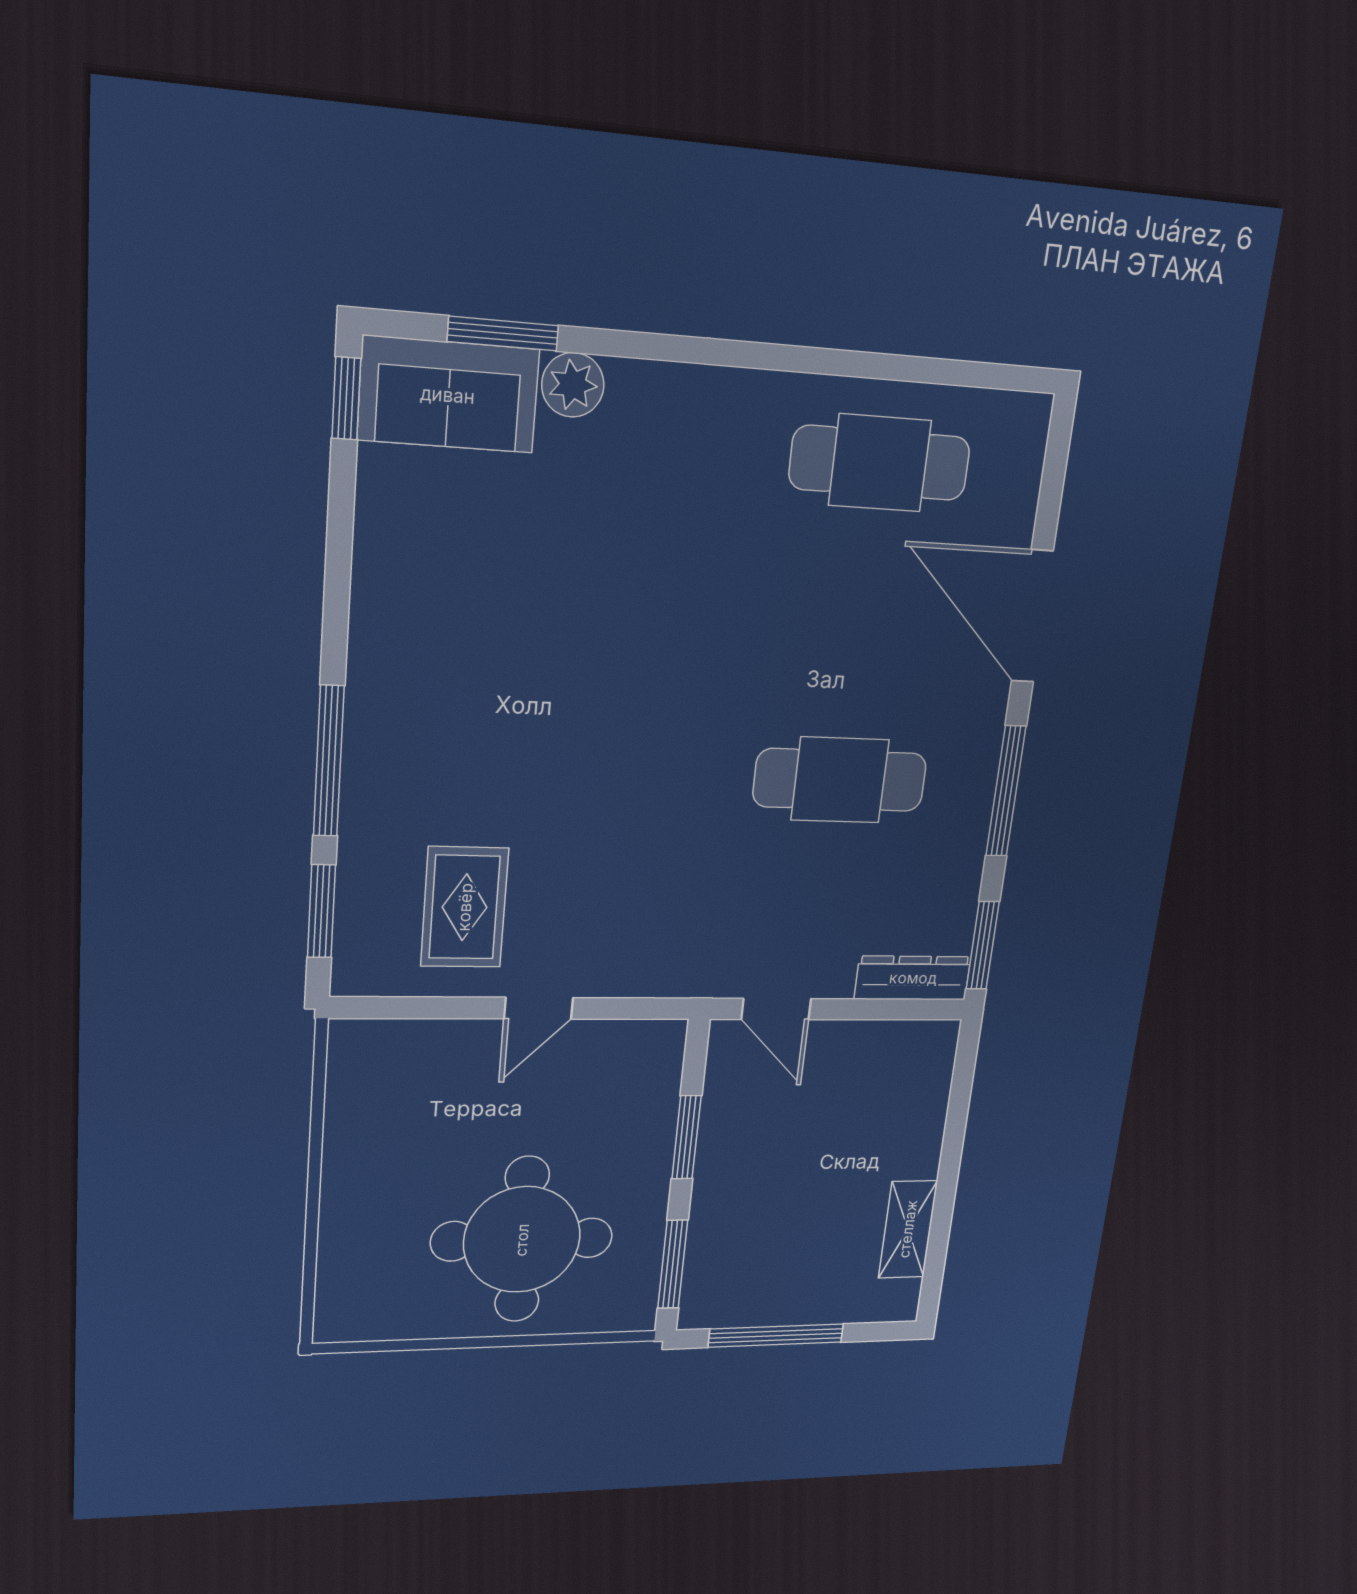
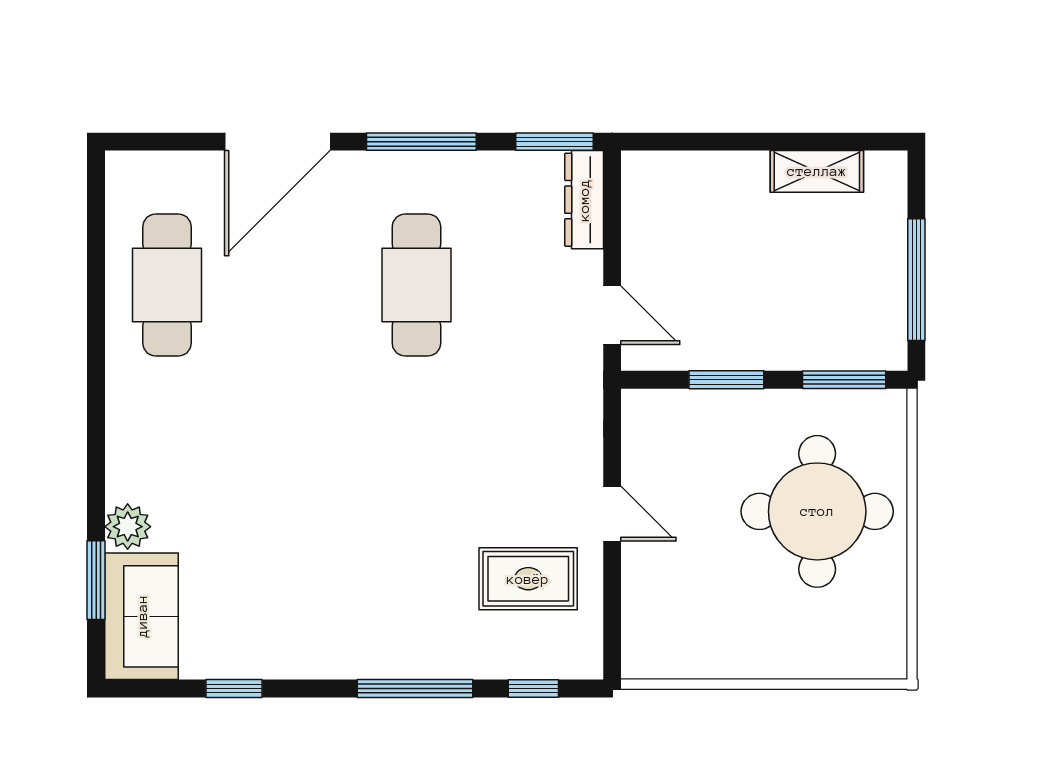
window: (346, 398) -> (234, 689), moved
window: (321, 911) -> (533, 689), width x0.67
door: (776, 1009) -> (612, 315), hinge flipped

